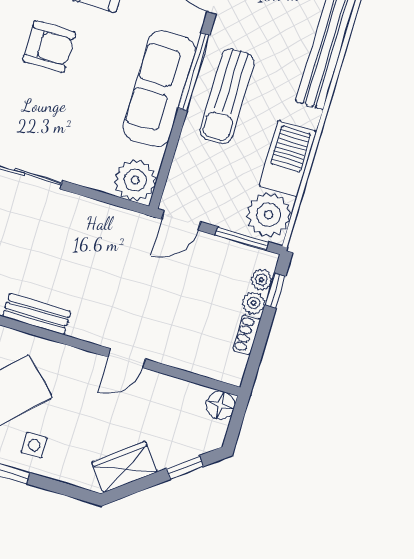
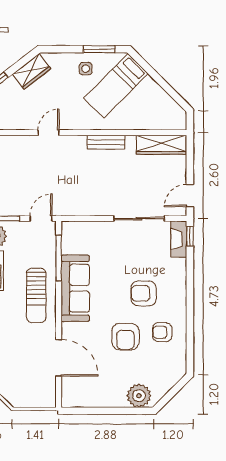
window: (194, 72) -> (59, 258), moved
sun lounger: (227, 96) -> (36, 295), turned 180
plant: (135, 180) -> (73, 233), removed

